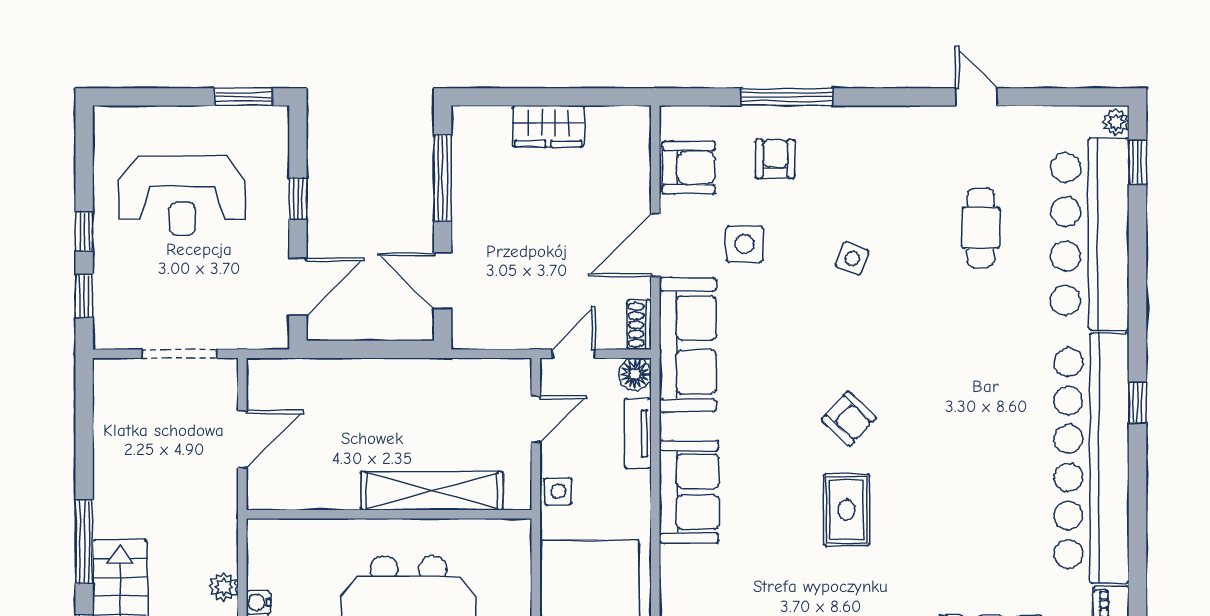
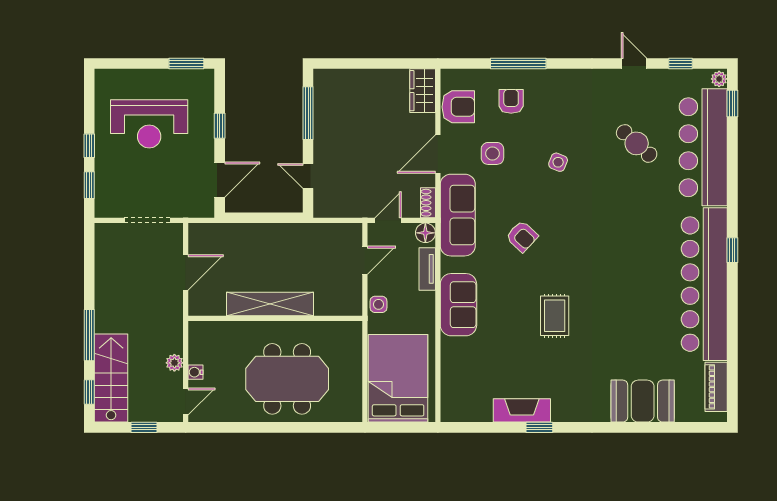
window: (1053, 97) -> (680, 64), added
wardrobe: (548, 126) -> (423, 91), moved, turned 90
cafe table: (981, 228) -> (637, 143), turned -48
door: (443, 281) -> (308, 176), width x0.73
armchair: (849, 419) -> (522, 236), moved
shelving: (432, 491) -> (270, 304), moved

